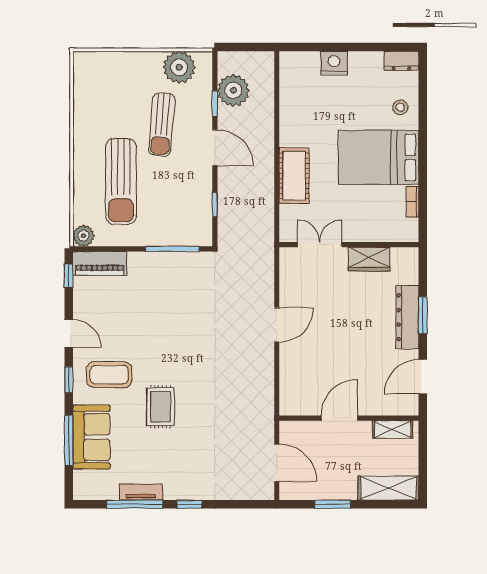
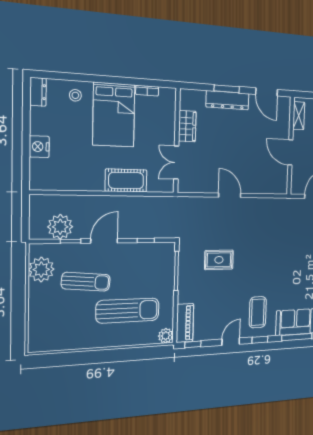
rug: (161, 407) -> (219, 260), moved

